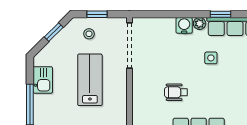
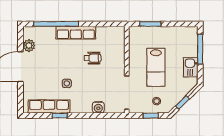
plant: (200, 24) -> (75, 109), removed
water cooler: (184, 25) -> (98, 107), moved

